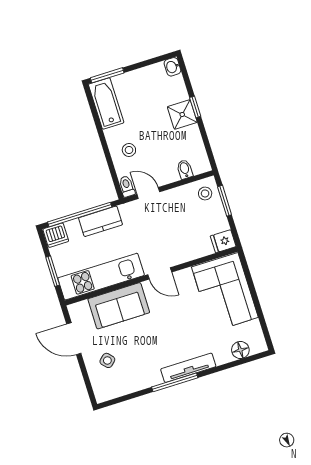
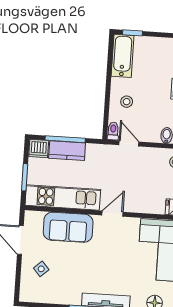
window: (107, 75) -> (132, 33), width x0.67
window: (80, 214) -> (65, 139), width x0.68
kitchen counter: (101, 221) -> (67, 151), moved
door: (160, 273) -> (112, 214), swing flipped

